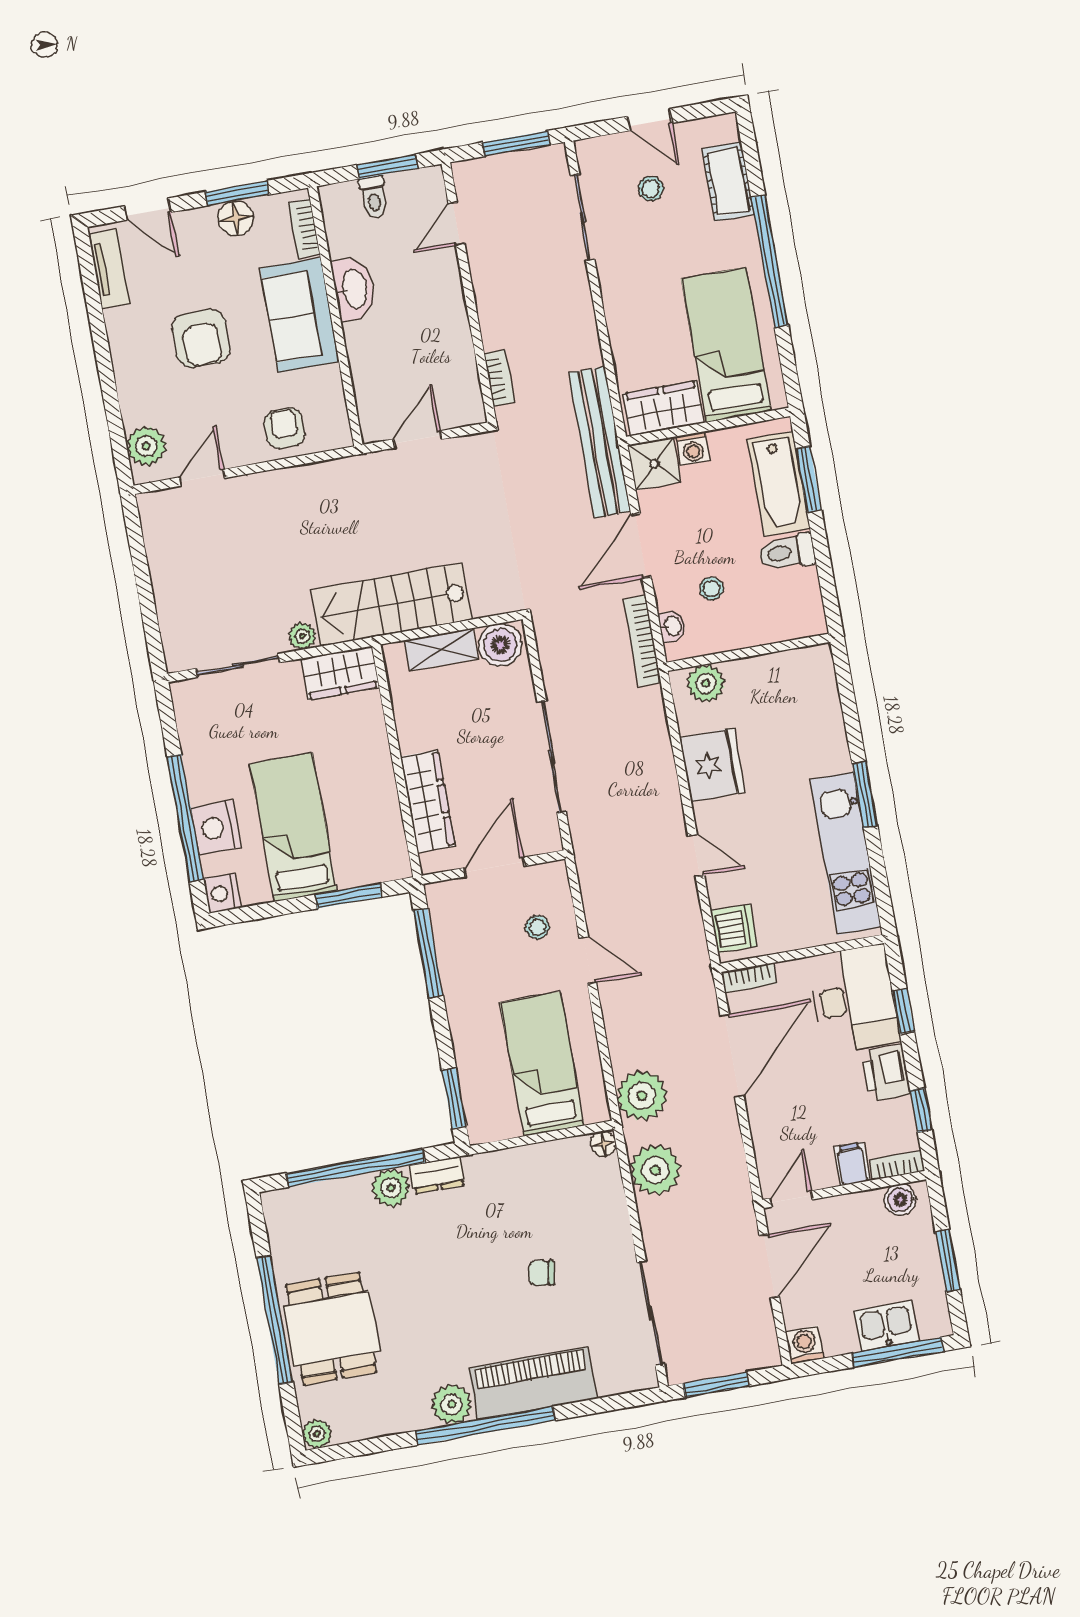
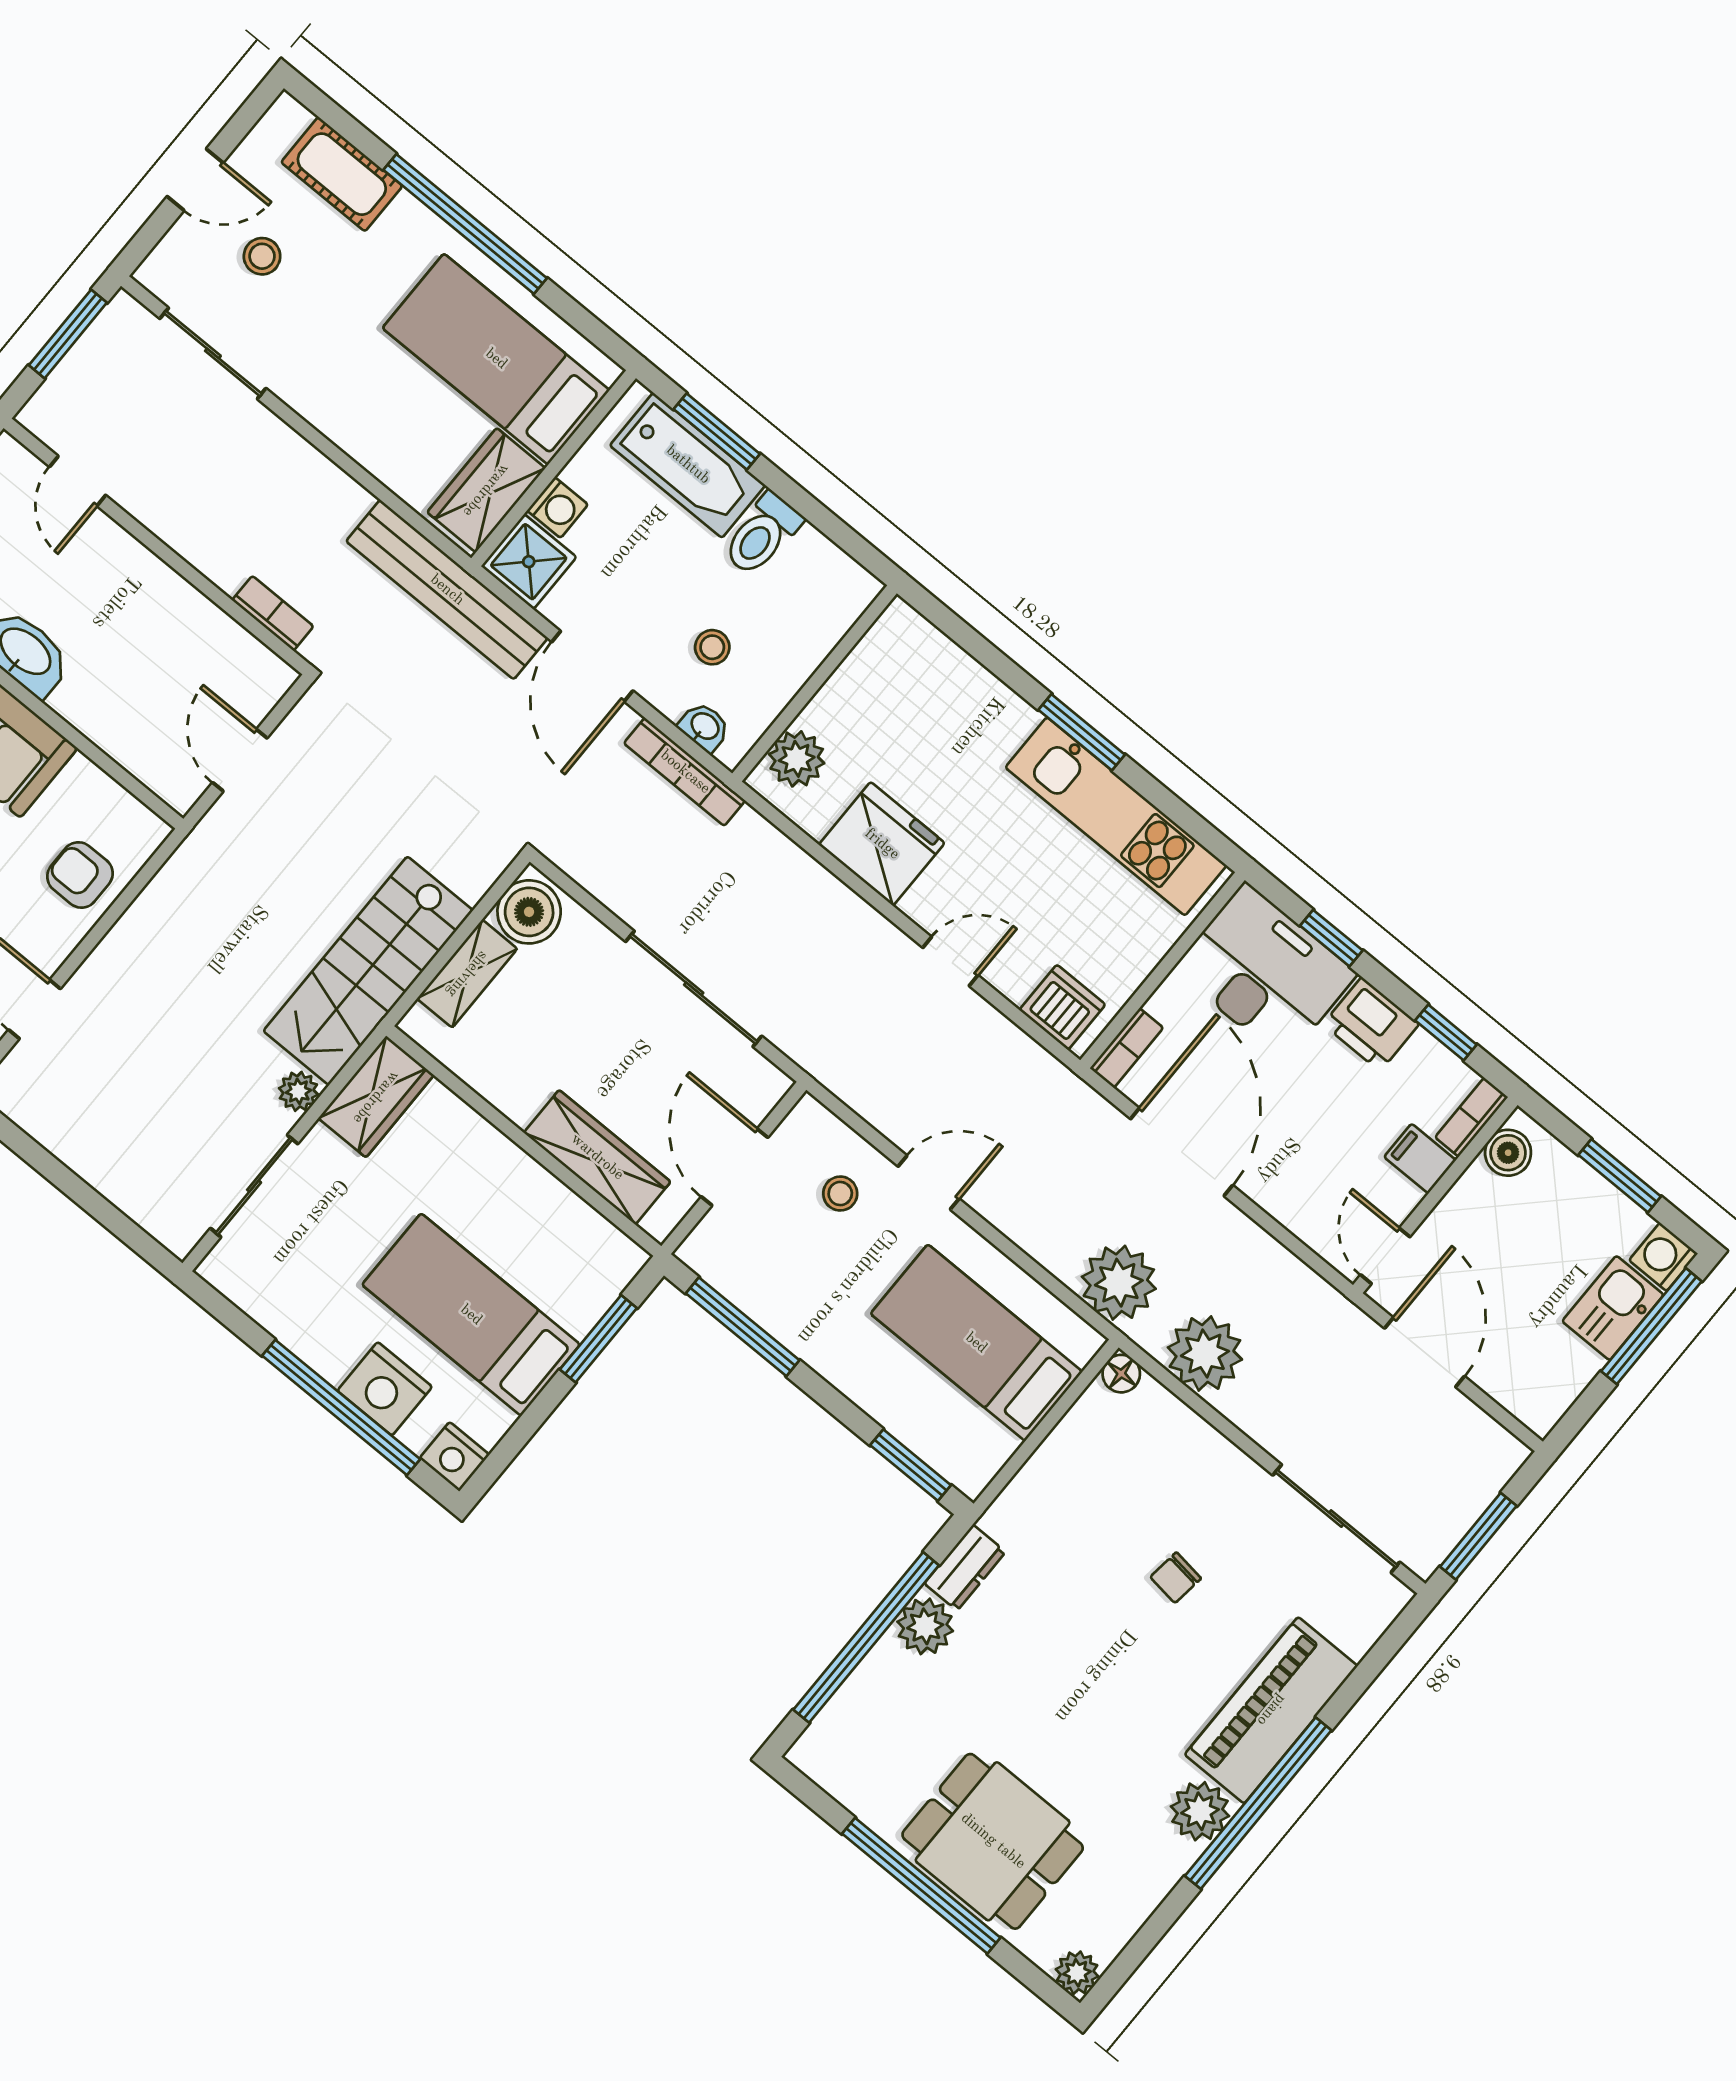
washing machine: (805, 1345) -> (1663, 1257), moved

